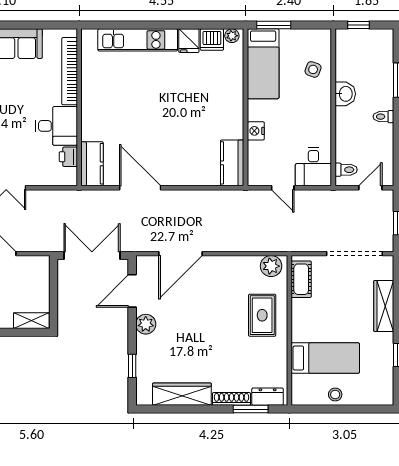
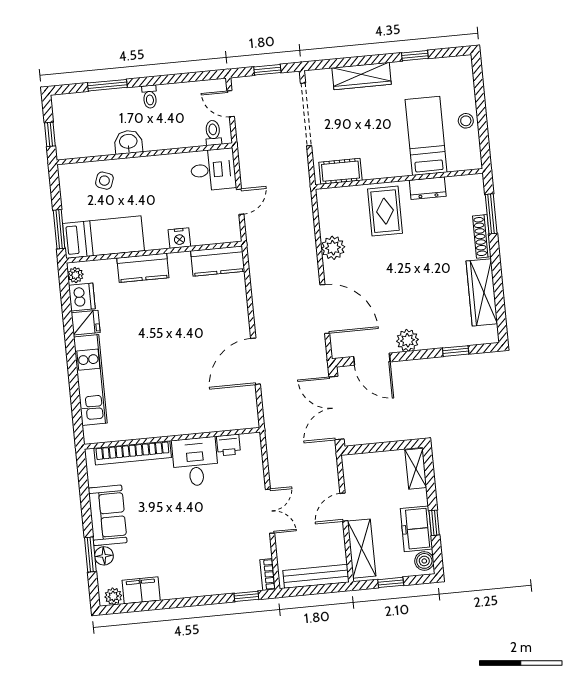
kitchen counter: (92, 164) -> (143, 268), moved, turned 180
plant: (271, 266) -> (333, 248), moved
rug: (262, 315) -> (385, 211), turned 90
dresser: (268, 397) -> (428, 188), moved, turned -90

